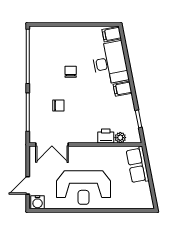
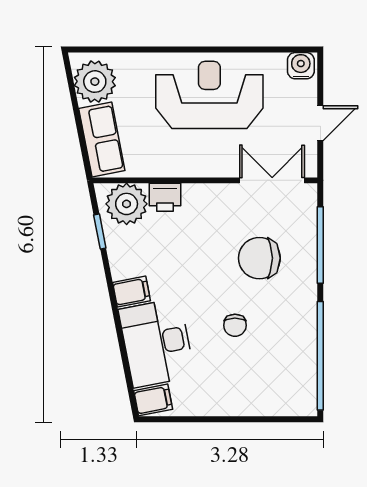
chair: (58, 105) -> (259, 258), width x1.87, depth x1.87
plant: (120, 138) -> (127, 204), width x1.87, depth x1.87
door: (28, 185) -> (320, 123), moved
plant: (141, 194) -> (95, 82), added

